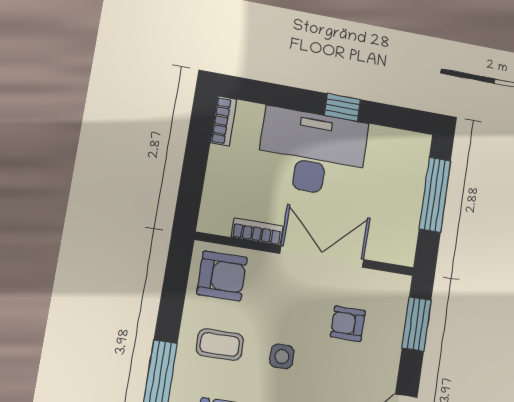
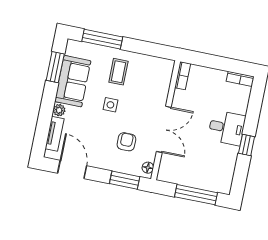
desk: (312, 152) -> (227, 128), width x0.53, depth x0.77
bookcase: (257, 232) -> (183, 76), moved
armchair: (222, 276) -> (155, 75), removed
floor lamp: (392, 283) -> (148, 168), added

